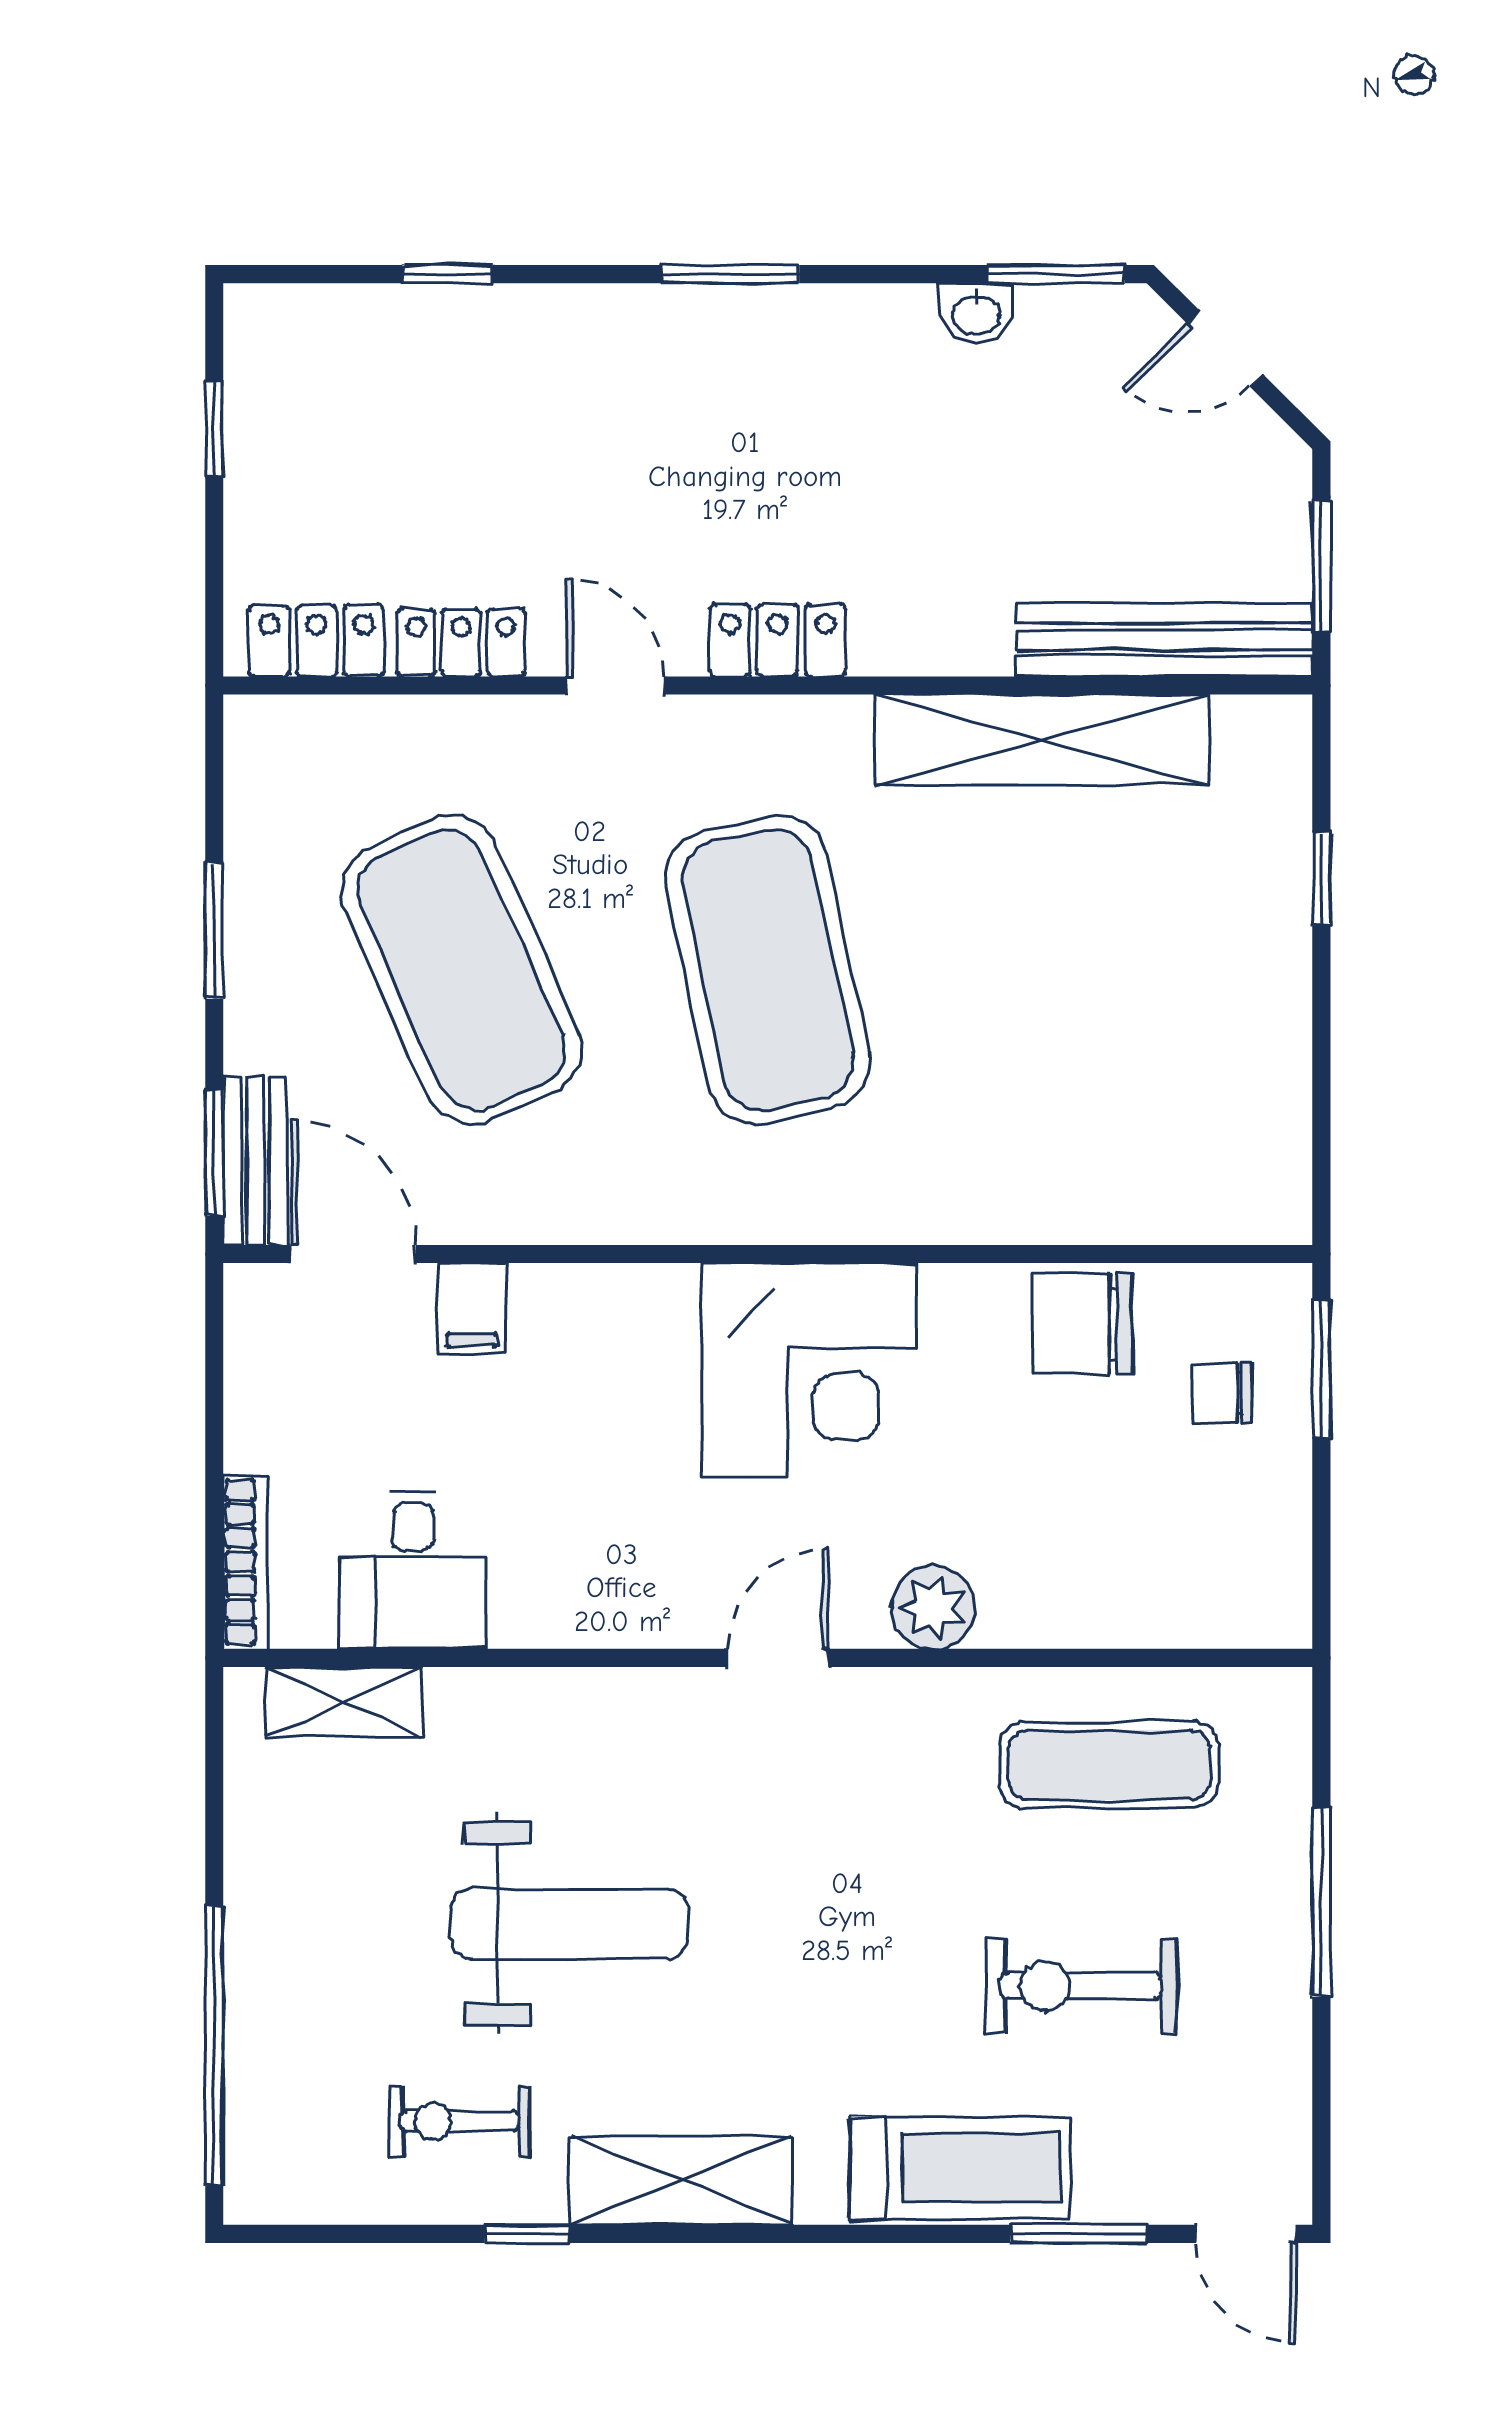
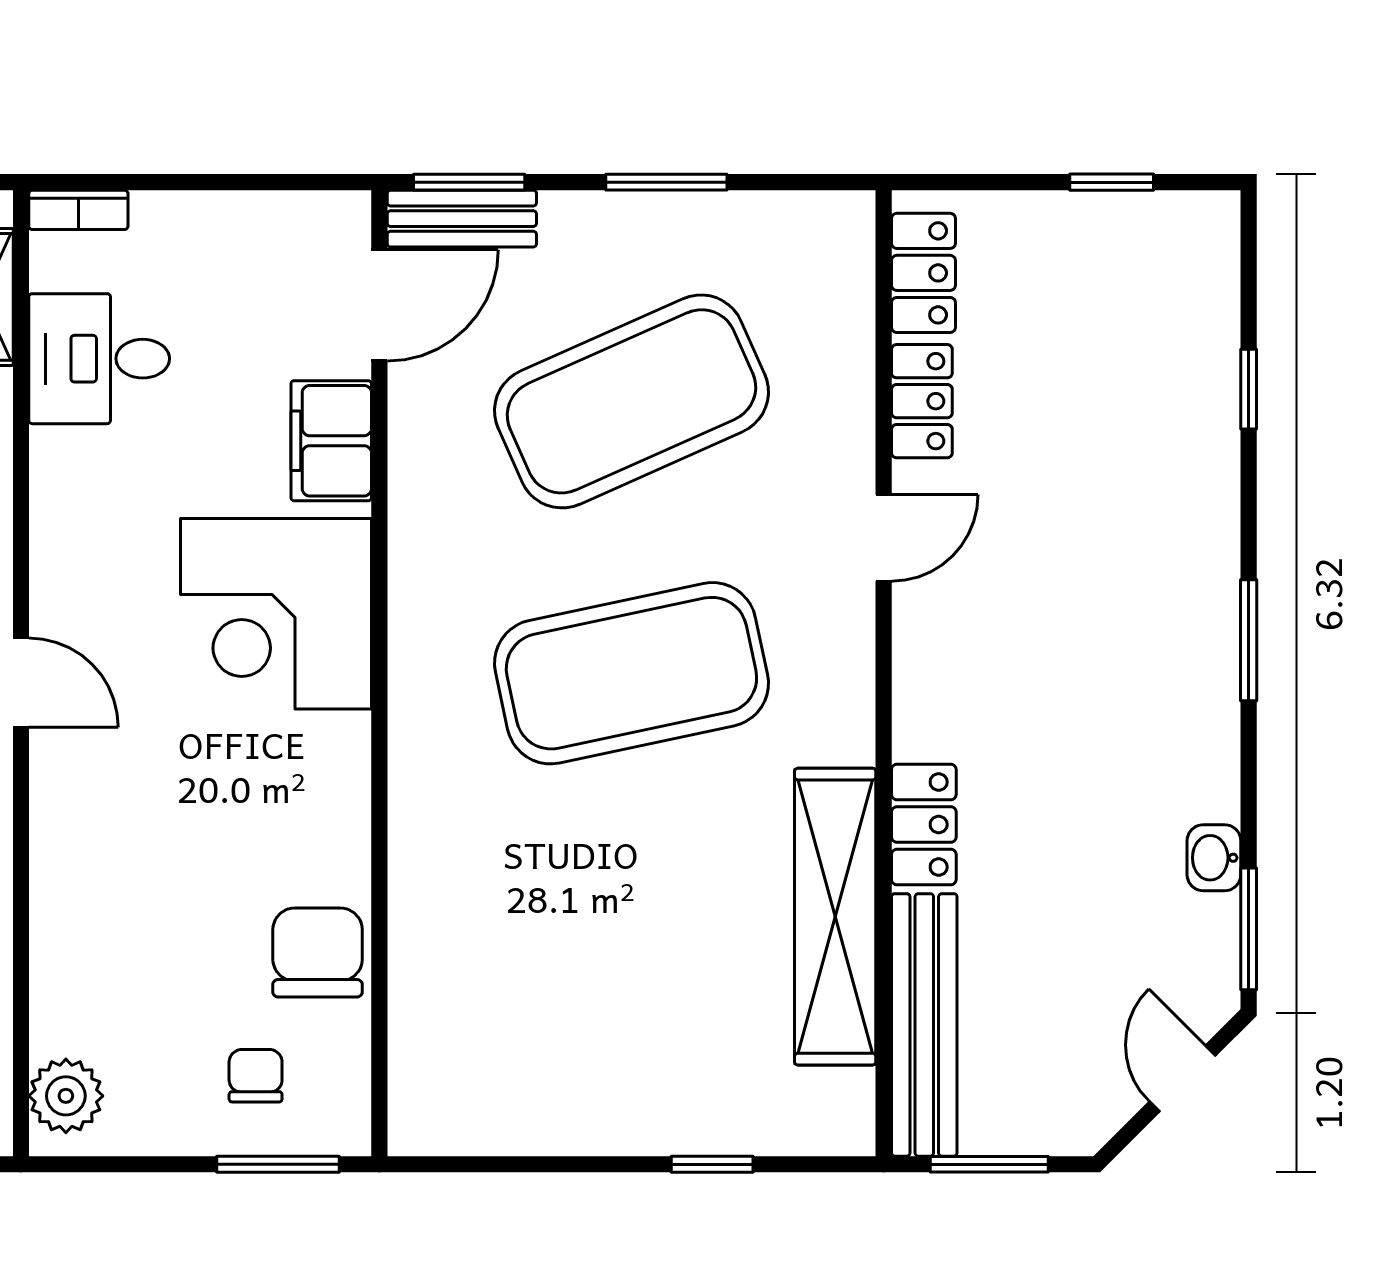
locker: (778, 640) -> (924, 824), moved
filing cabinet: (472, 1308) -> (331, 441), width x2.00
corner desk: (809, 1370) -> (276, 614), moved
bookcase: (245, 1562) -> (78, 210), width x0.64
plant: (933, 1607) -> (66, 1096), moved

